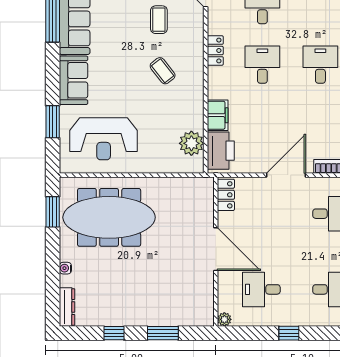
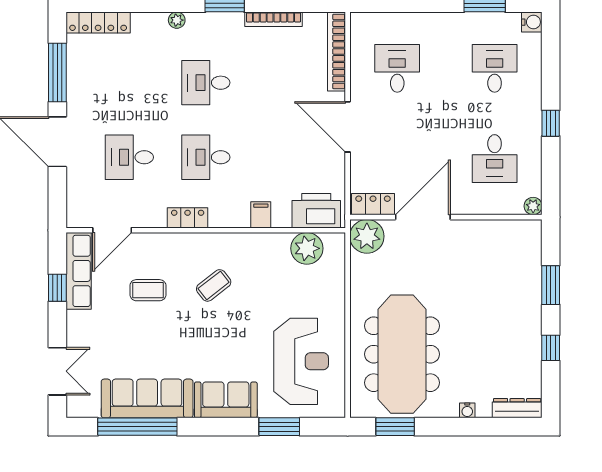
filing cabinet: (218, 115) -> (261, 215), width x0.50
plant: (201, 190) -> (367, 236), added
door: (216, 249) -> (423, 217), moved

